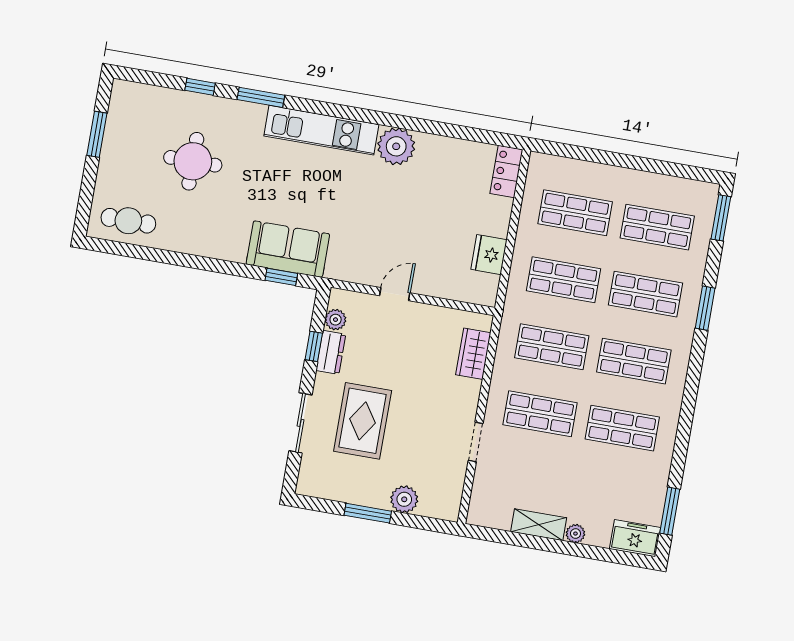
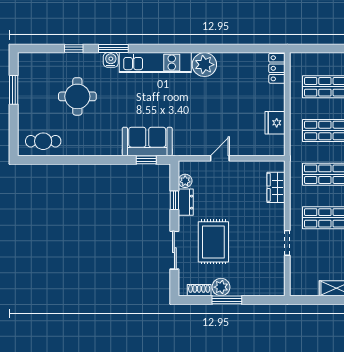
water cooler: (254, 114) -> (111, 60), added
shoe rack: (328, 491) -> (199, 290), added
plant: (404, 499) -> (221, 287), moved

